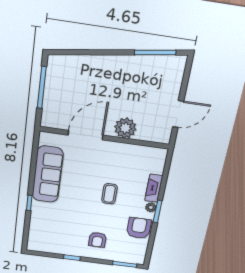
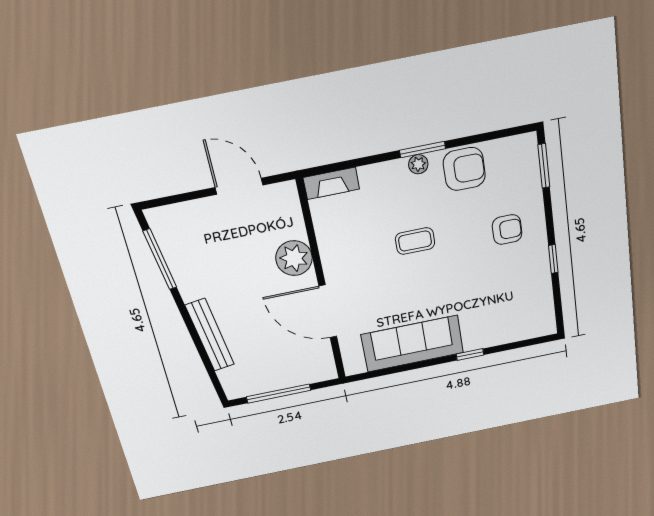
bench: (97, 62) -> (210, 335), added
fireplace: (154, 188) -> (331, 183), moved
armchair: (139, 228) -> (464, 169), turned 180

